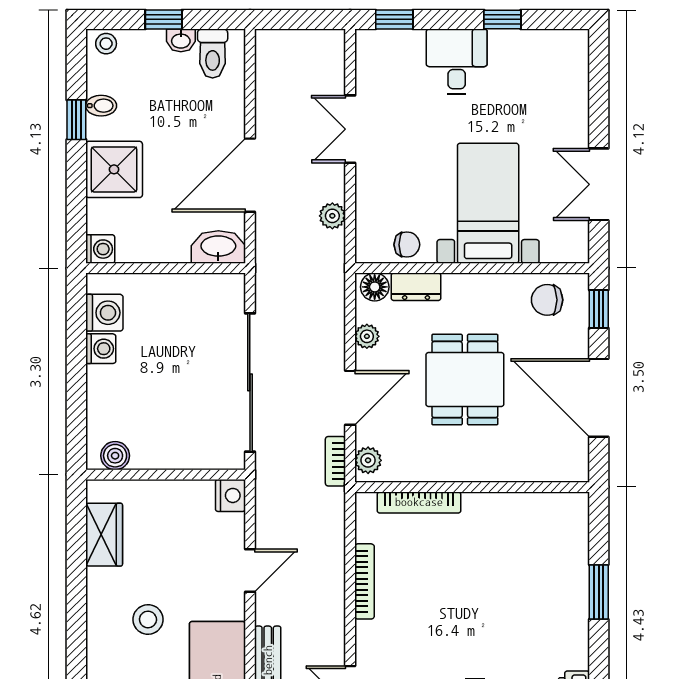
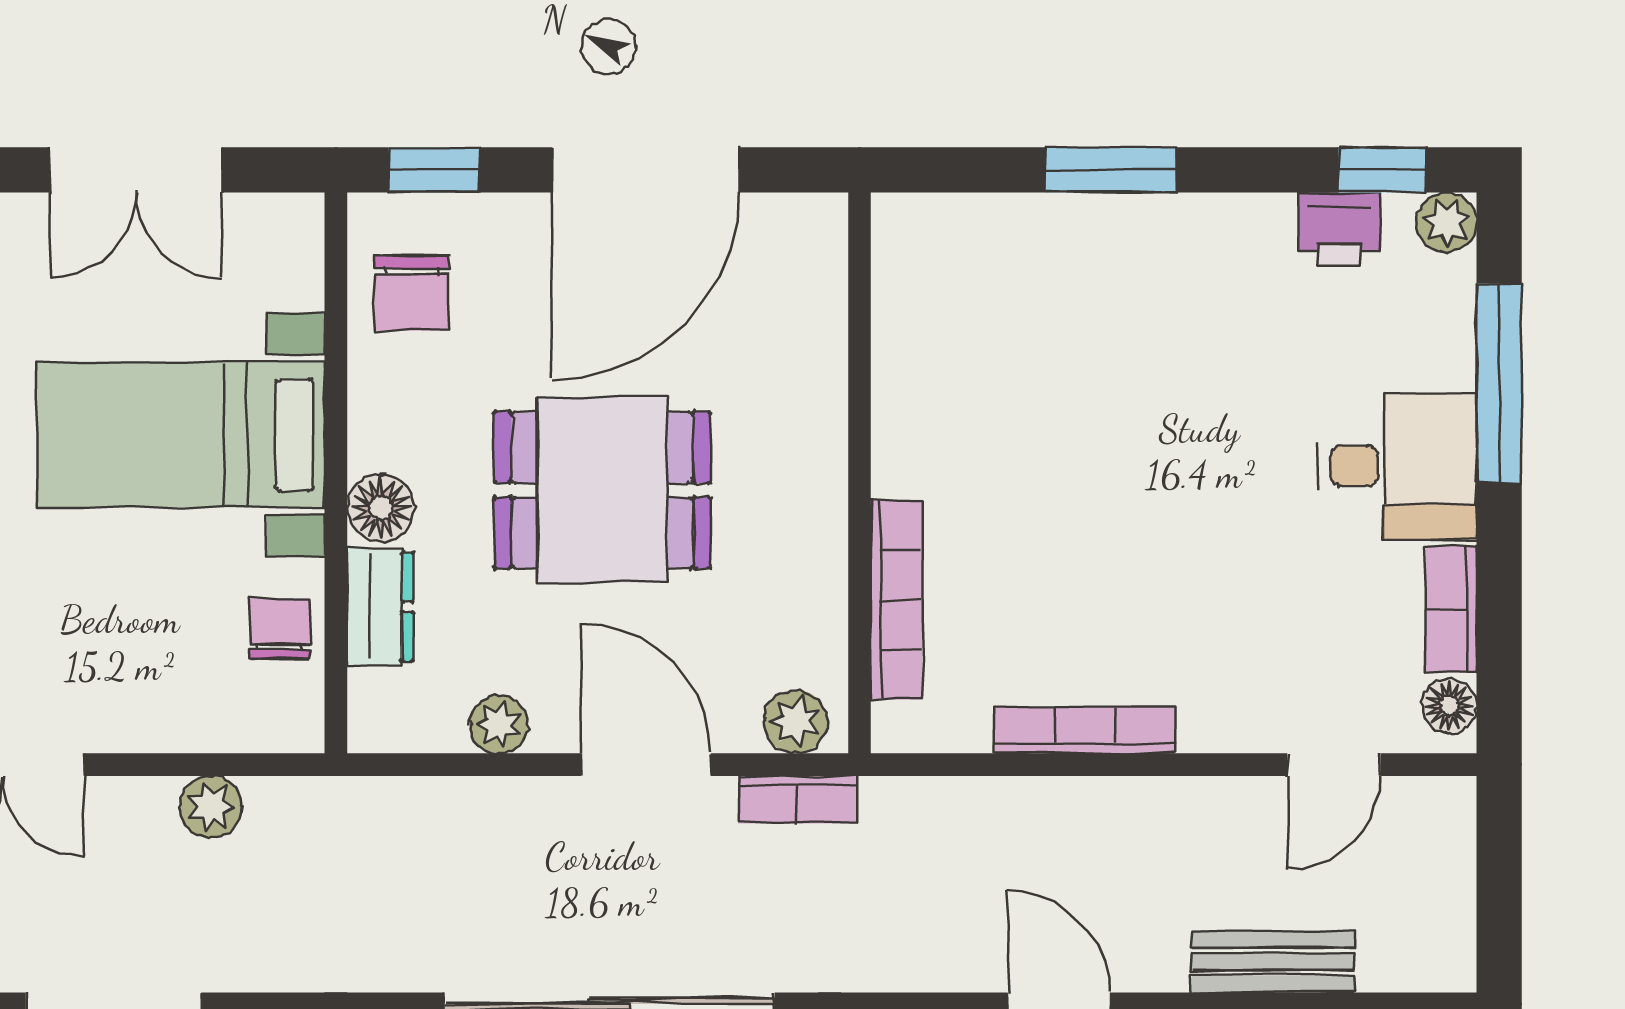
floor lamp: (375, 287) -> (381, 508), moved

